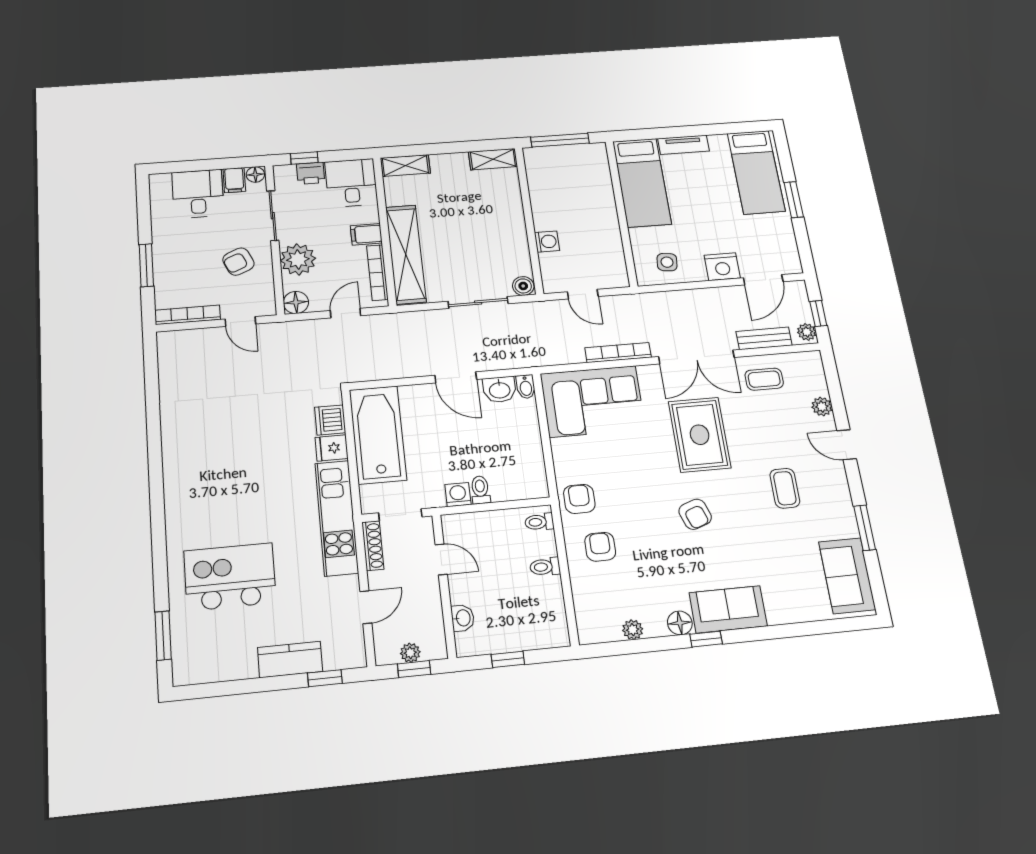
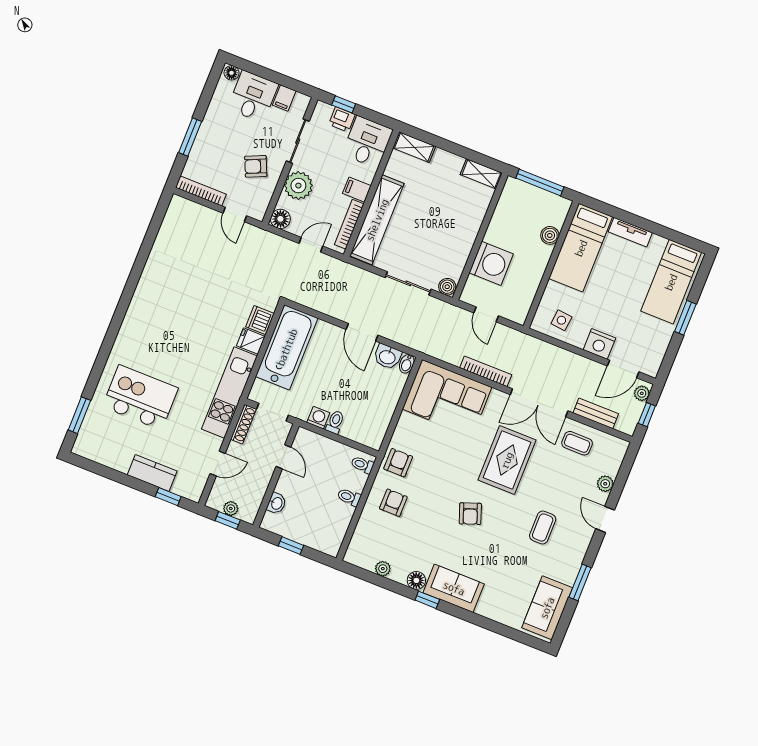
floor lamp: (255, 175) -> (232, 73), moved
boiler: (602, 185) -> (550, 235), added
washing machine: (547, 242) -> (491, 263), width x1.89, depth x1.89
plant: (807, 332) -> (642, 393), moved

